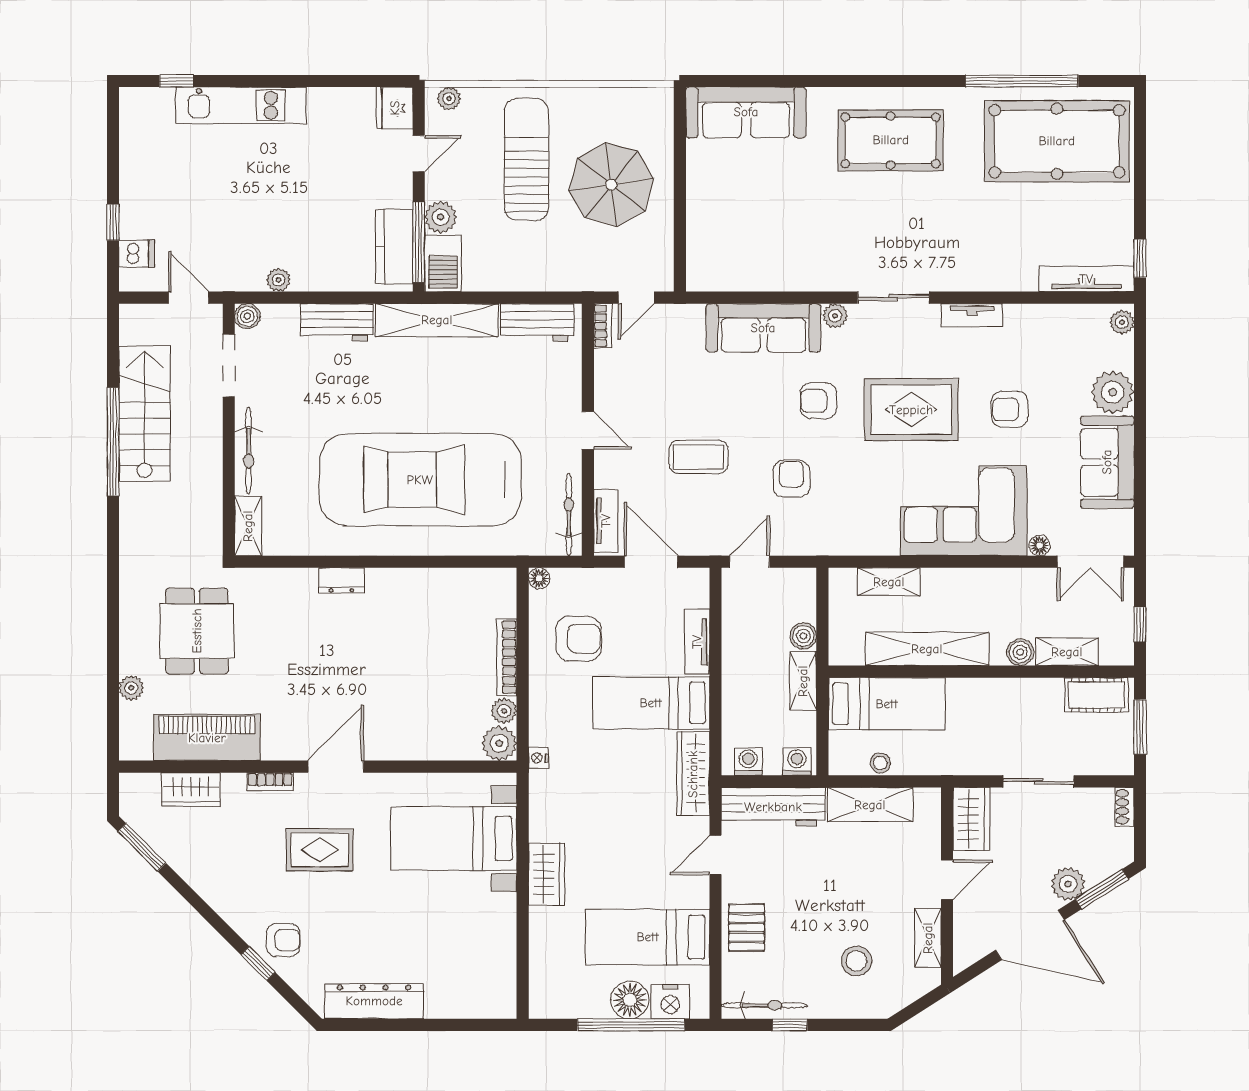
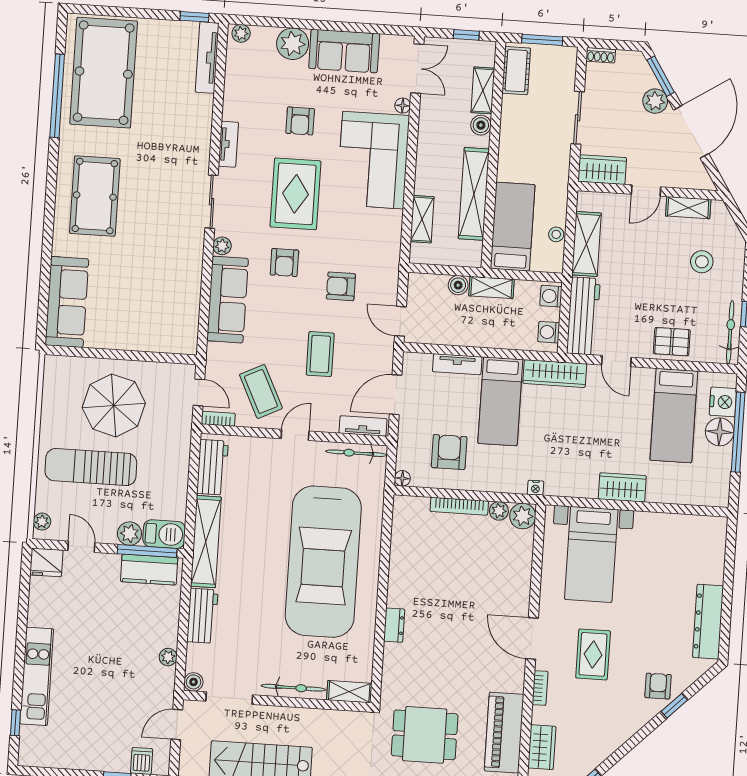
coffee table: (643, 381) -> (261, 391), added
door: (947, 880) -> (646, 191), swing flipped

